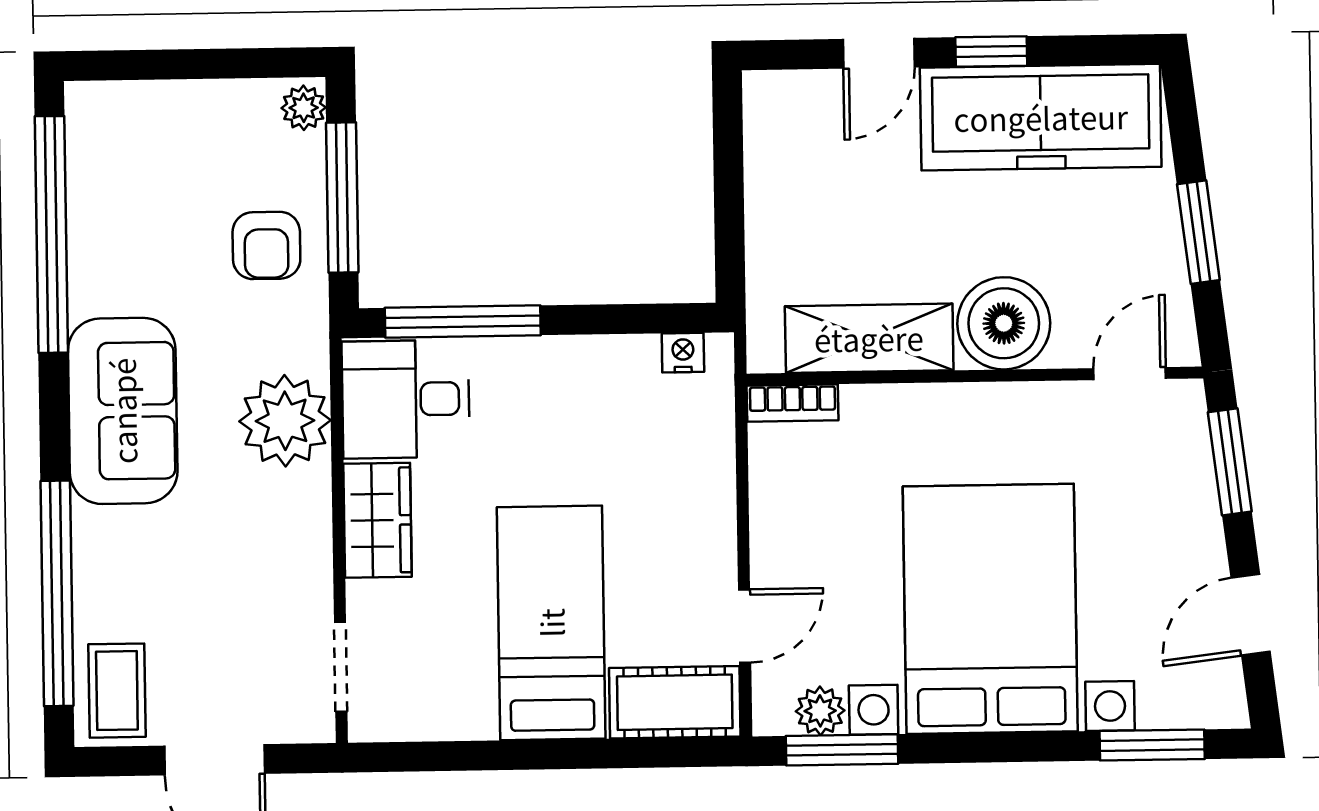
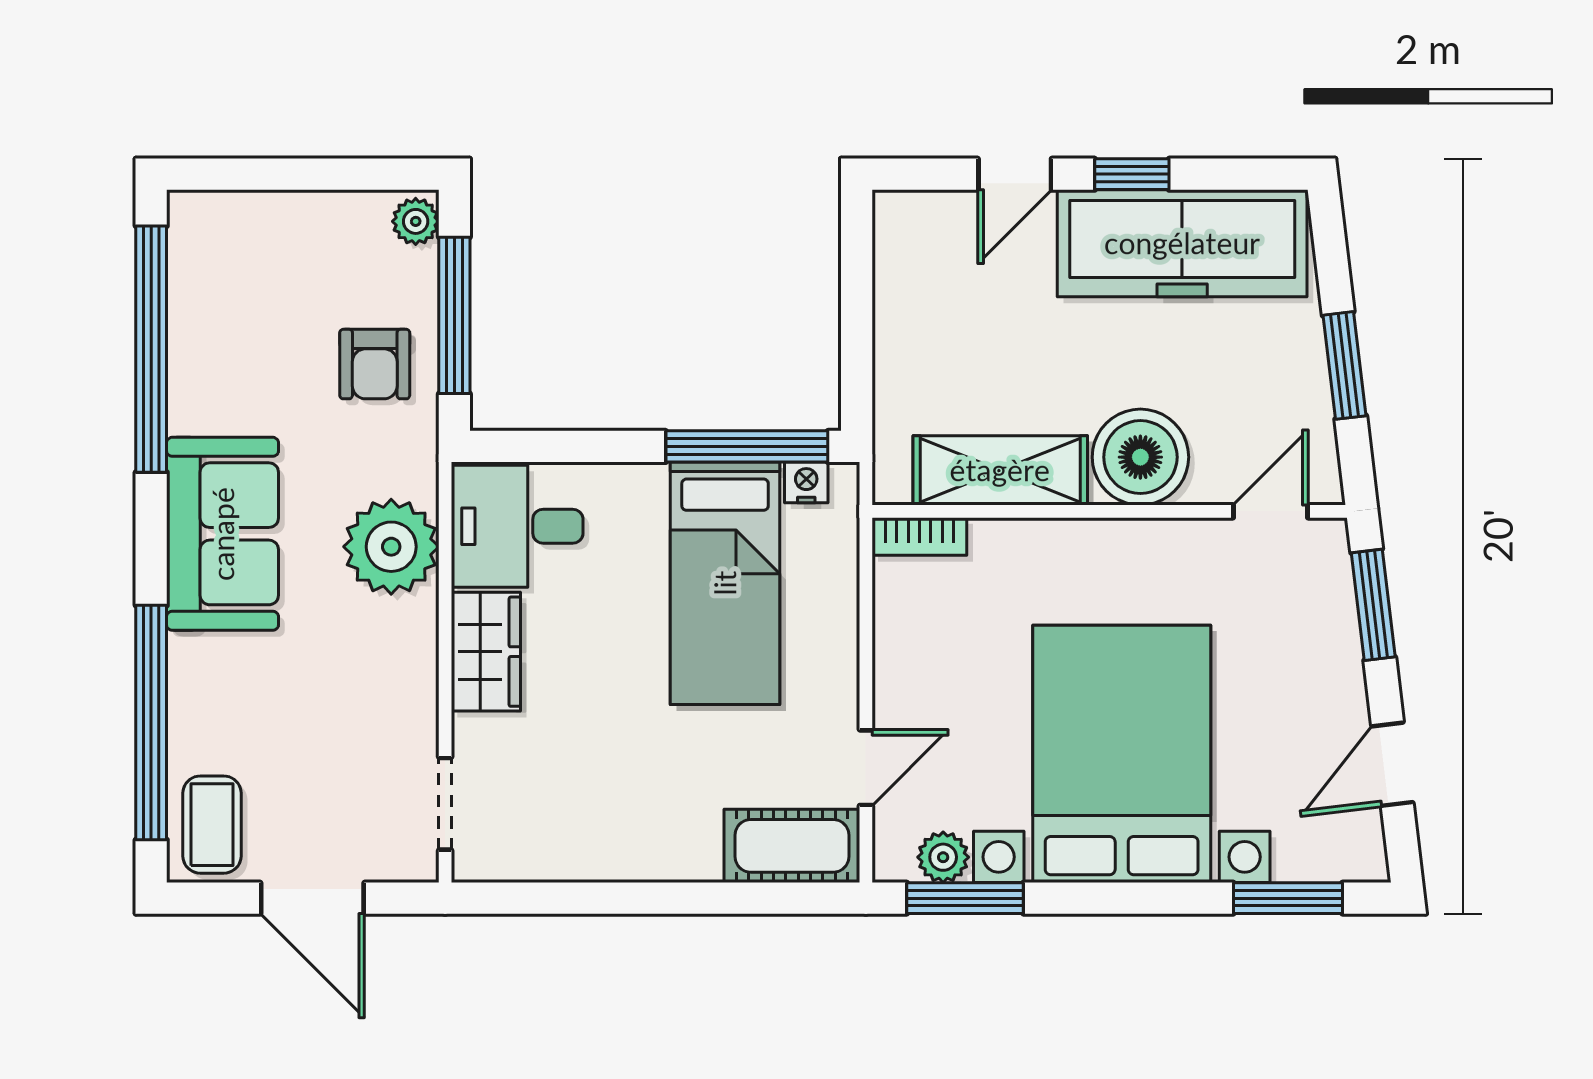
window: (463, 322) -> (747, 446), moved
bed: (551, 623) -> (725, 583), moved, turned 180

